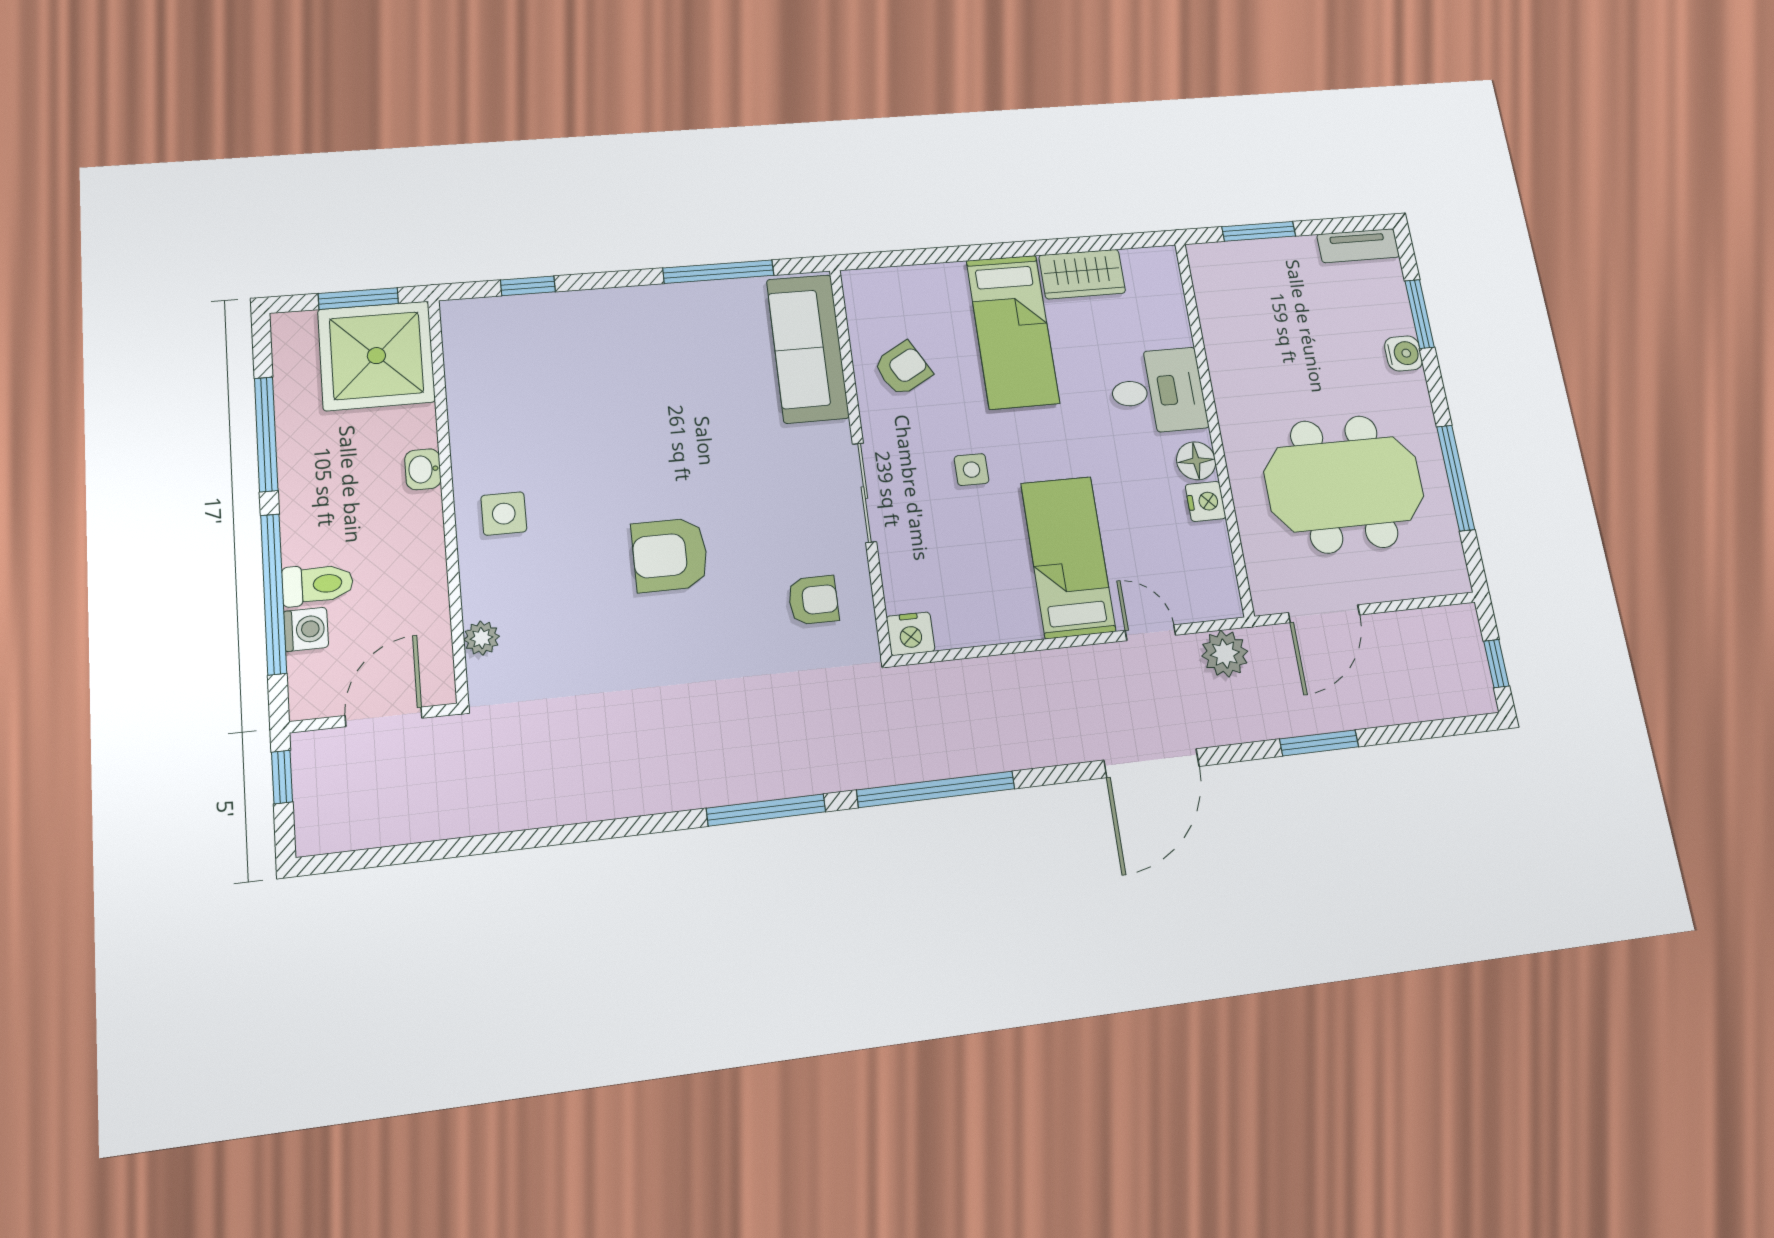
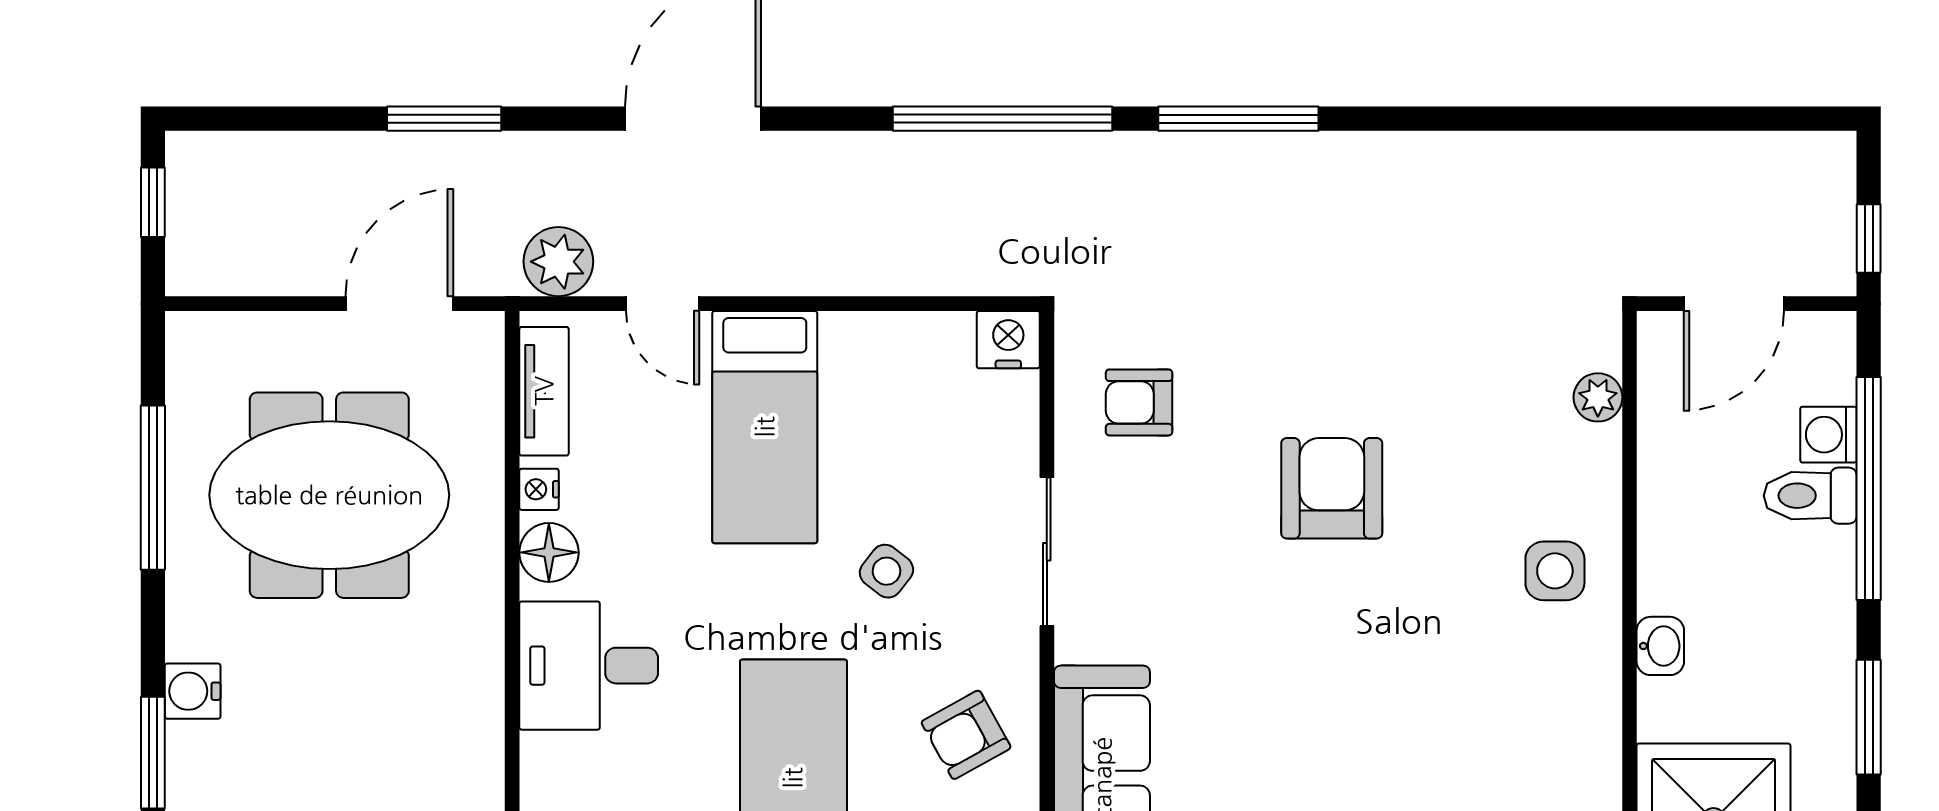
window: (266, 434) -> (1869, 717), width x0.69
side table: (972, 470) -> (886, 571), turned 38
nightstand: (1206, 501) -> (539, 489), width x0.72, depth x0.74
armchair: (670, 555) -> (1332, 488), turned -90
tv unit: (1219, 566) -> (544, 391), added

